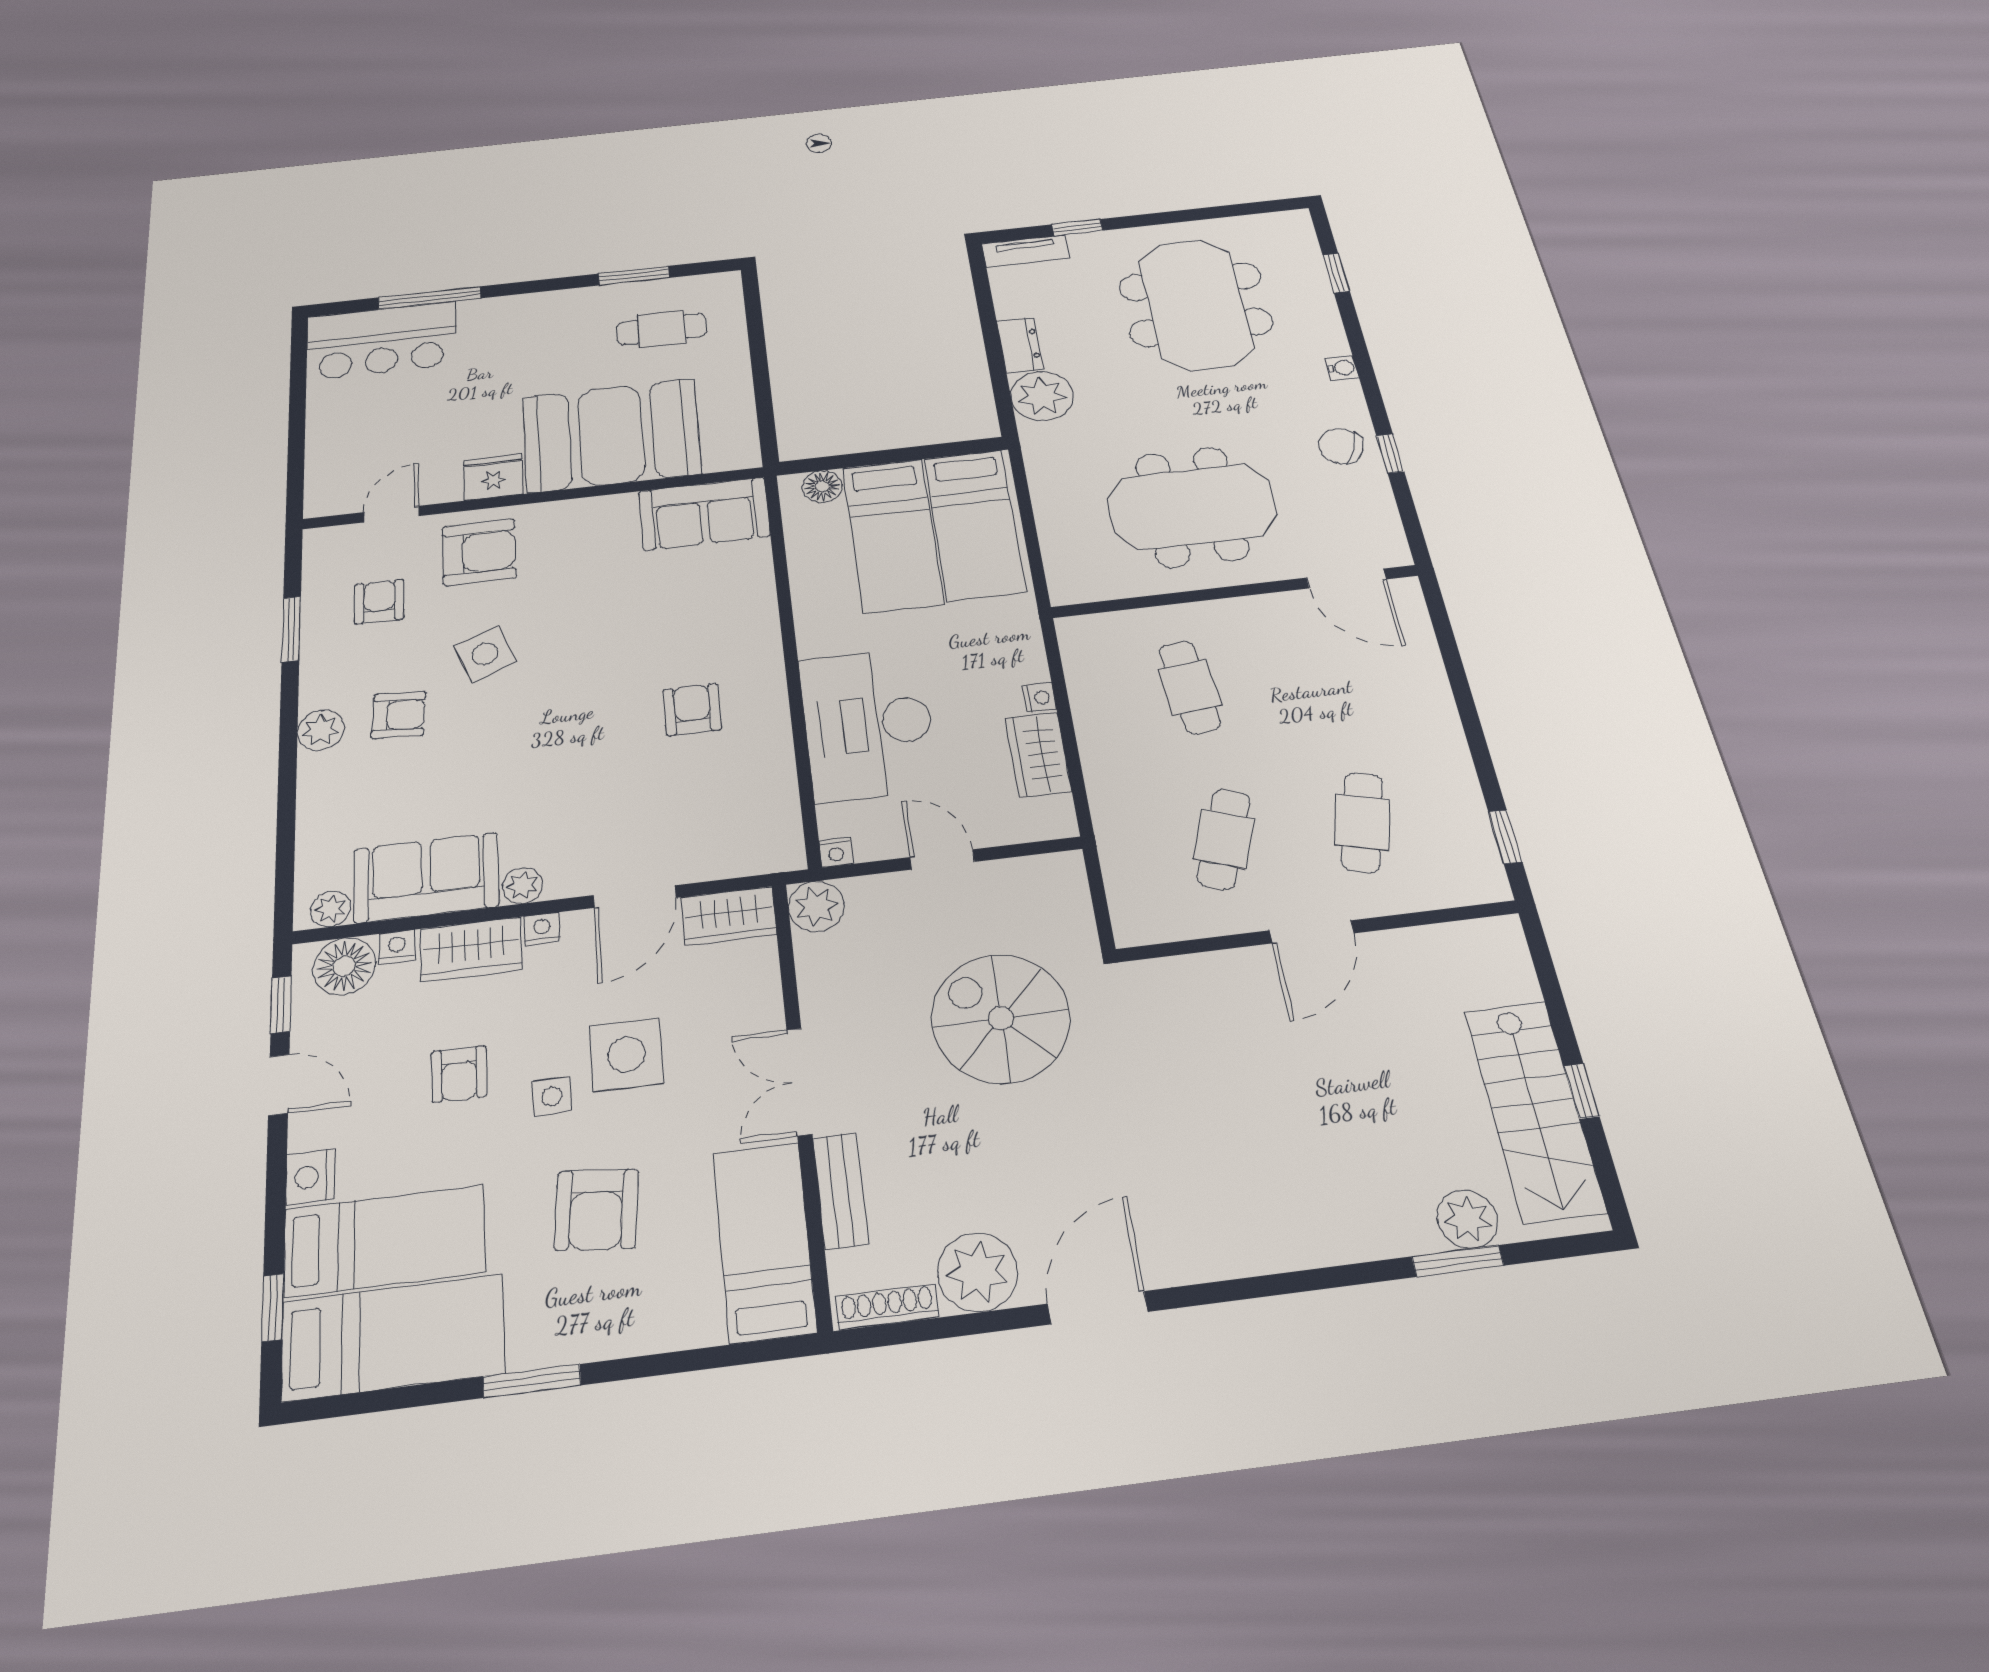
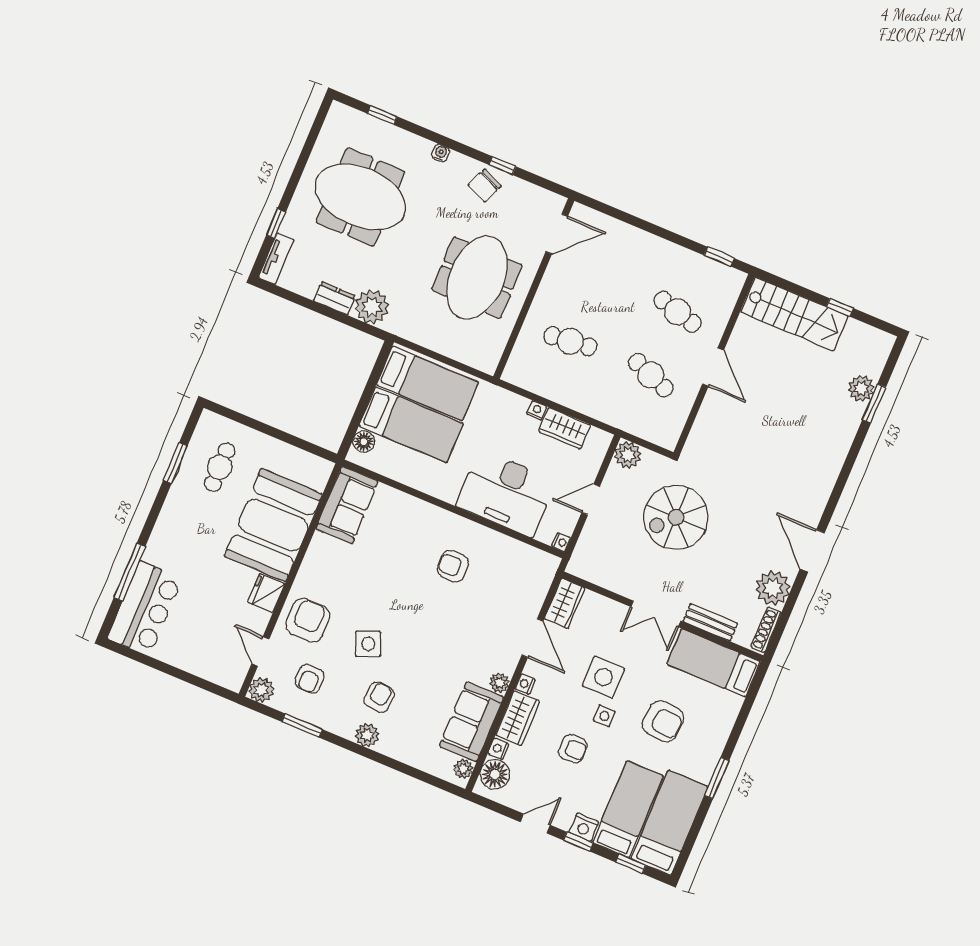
plant: (325, 546) -> (261, 690), added
armchair: (379, 602) -> (310, 679), turned -90
plant: (816, 906) -> (628, 455), moved
window: (281, 1005) -> (578, 842), moved
stairs: (1534, 1110) -> (794, 314), moved

